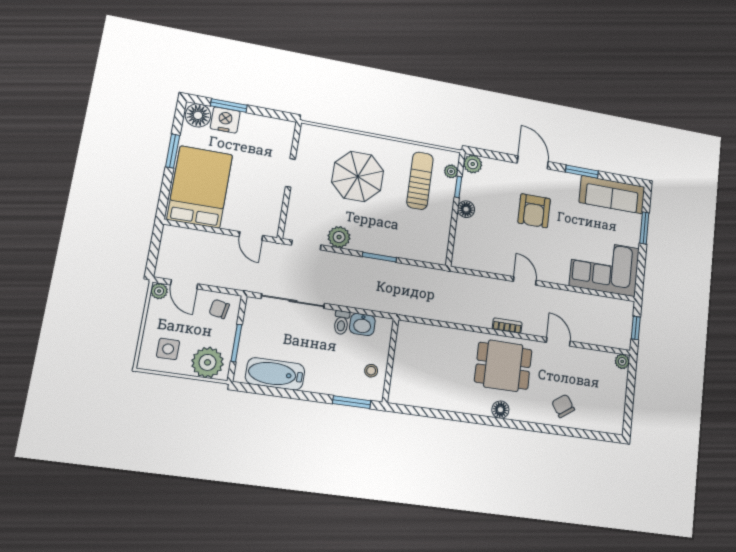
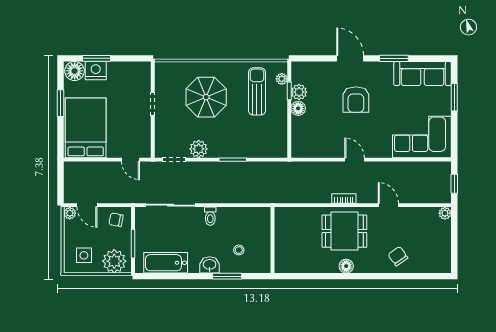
plant: (473, 164) -> (299, 92), moved
washbasin: (362, 324) -> (210, 265), moved, turned 180
wall: (390, 361) -> (273, 240), moved

